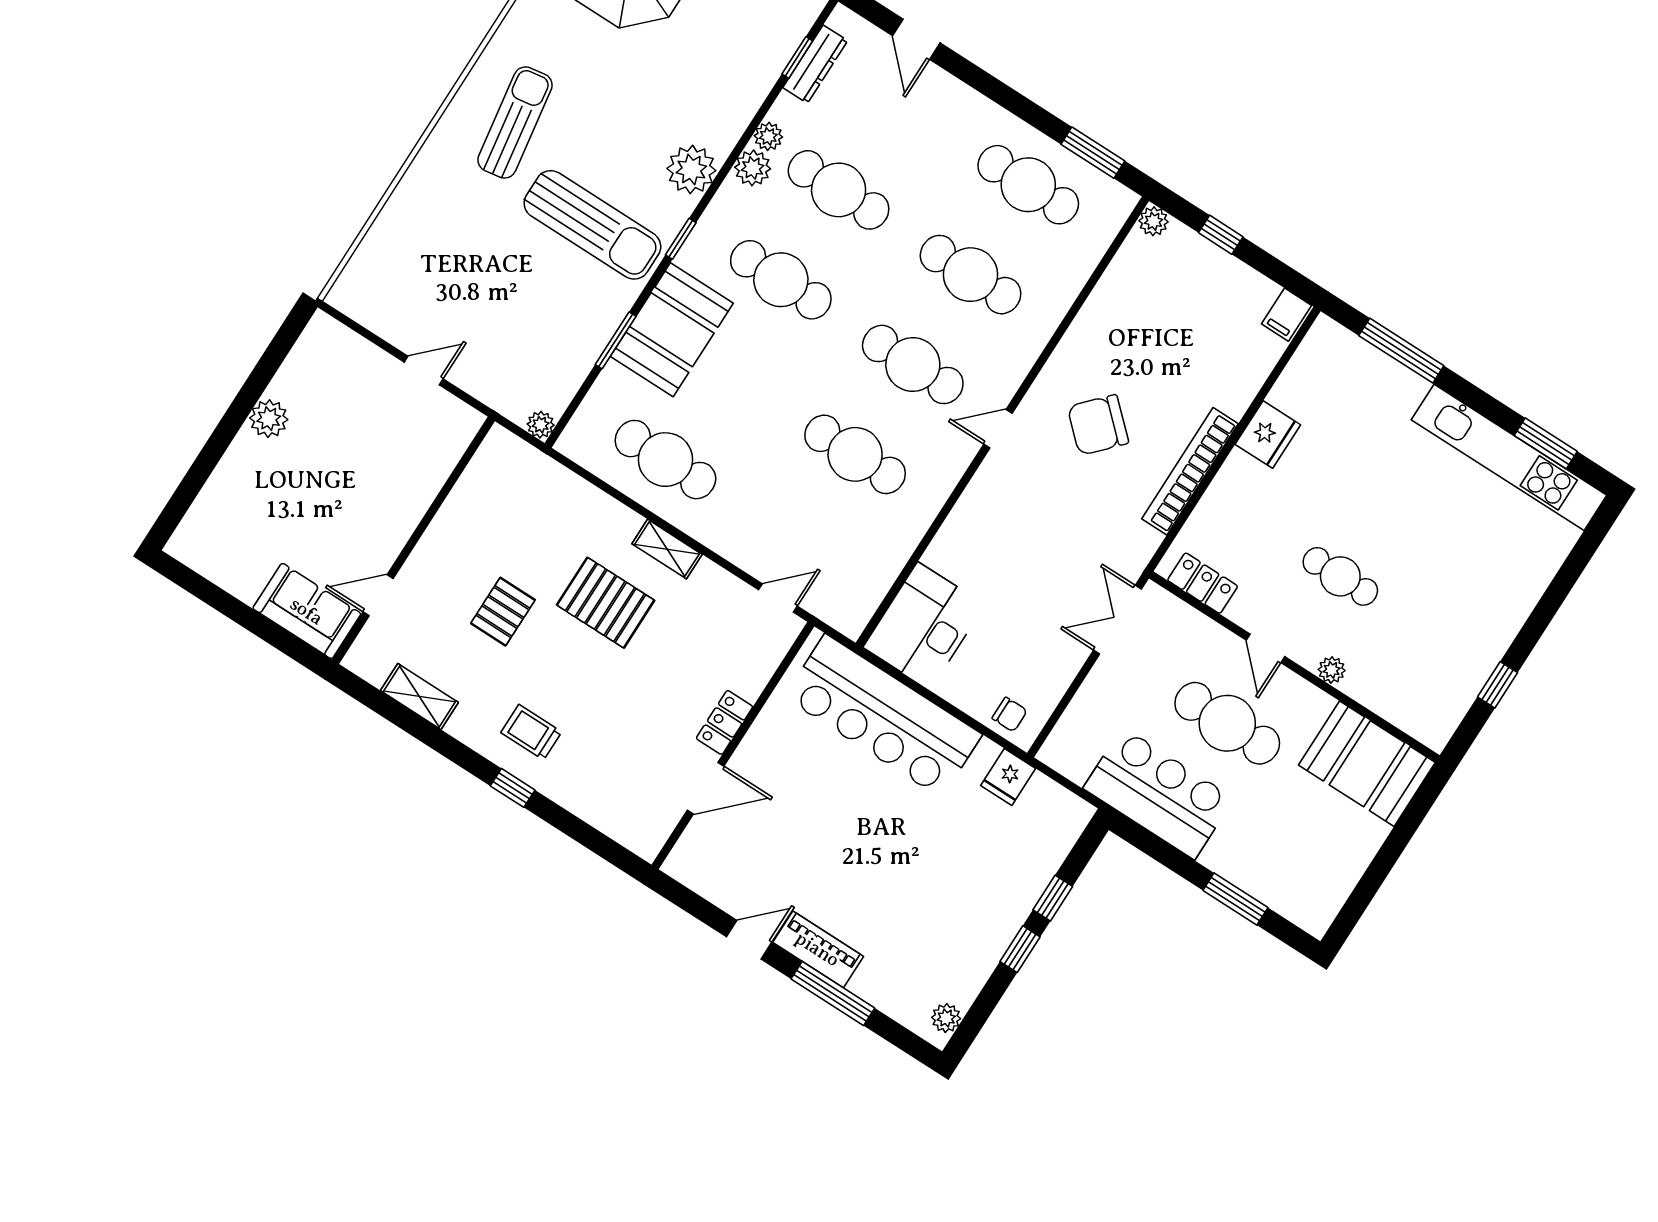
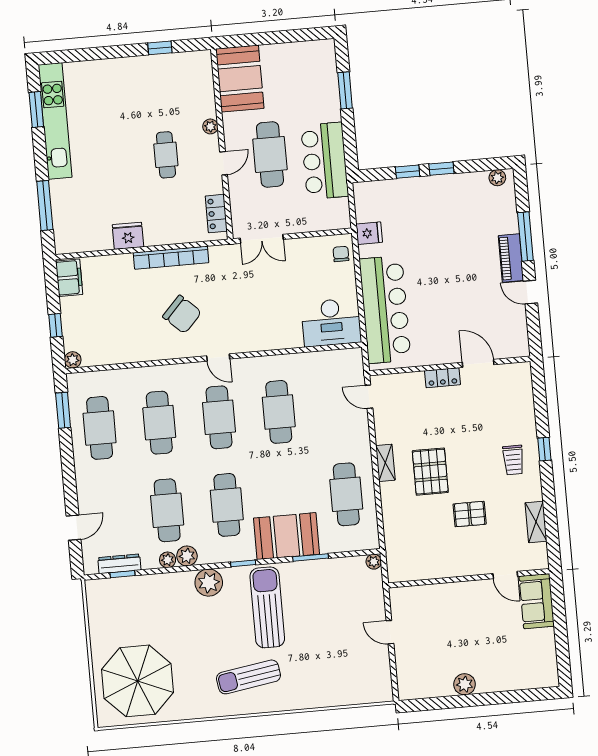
filing cabinet: (1286, 315) -> (69, 278), width x2.00

